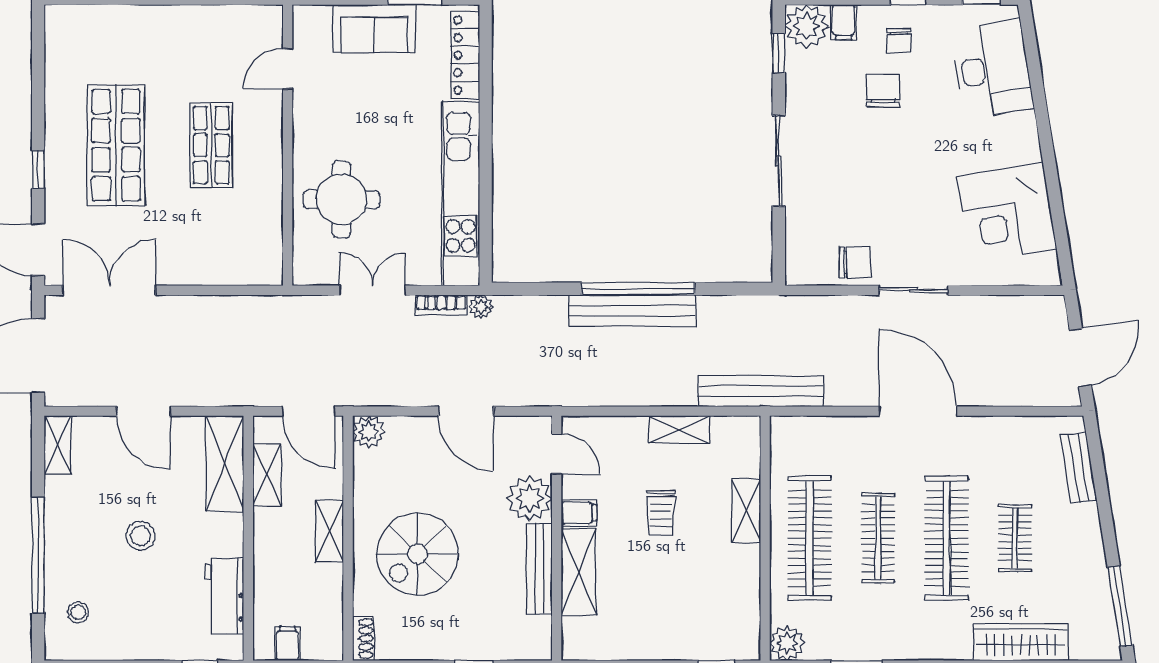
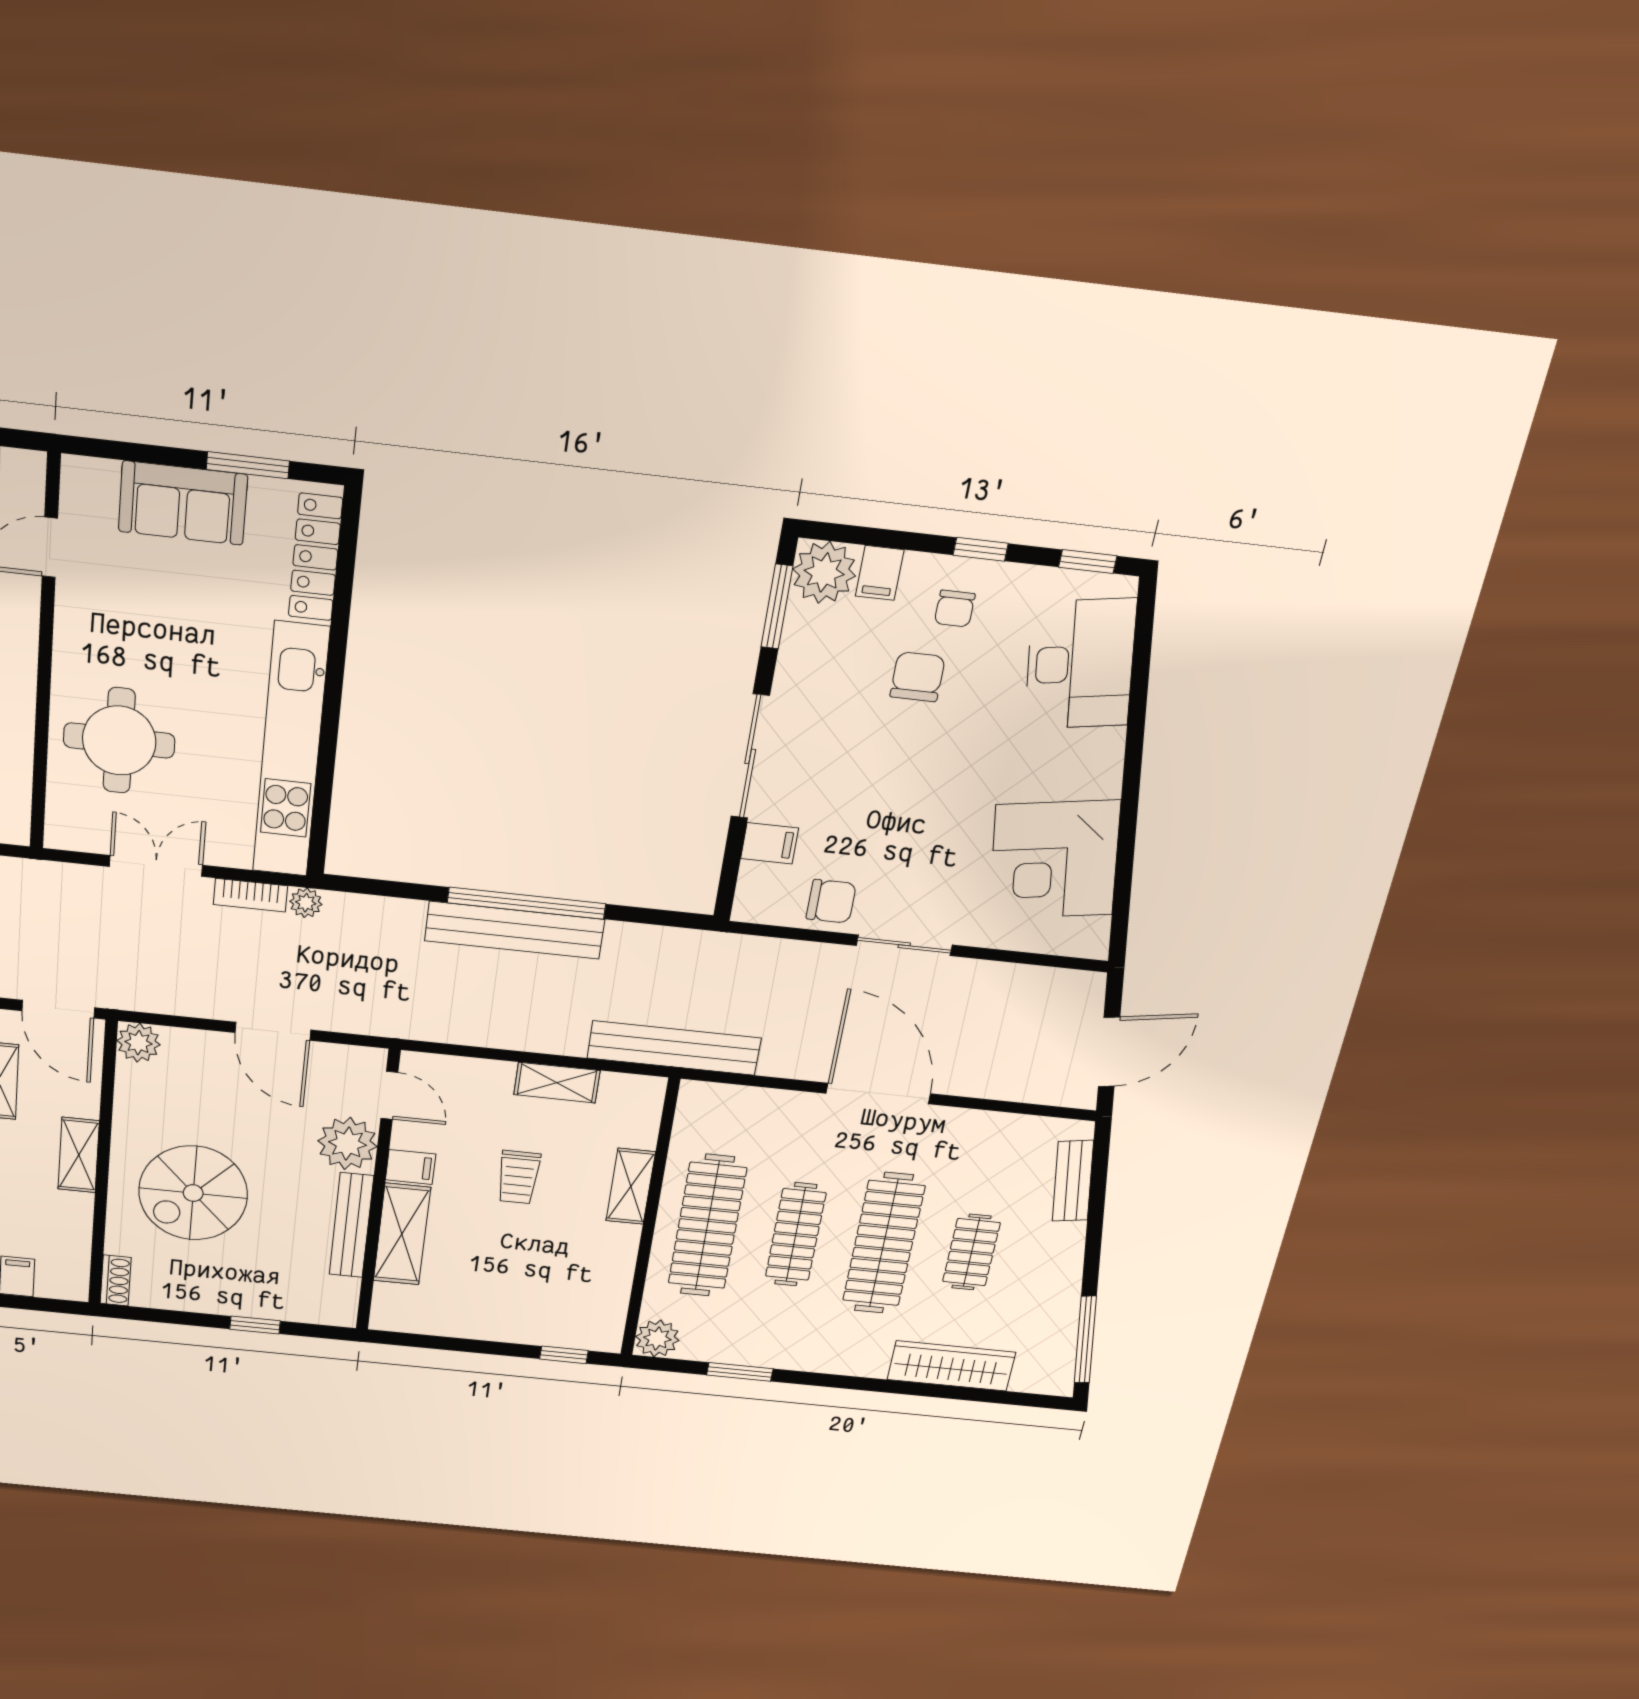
window: (779, 53) -> (777, 607), width x1.50
filing cabinet: (803, 223) -> (770, 843), added

